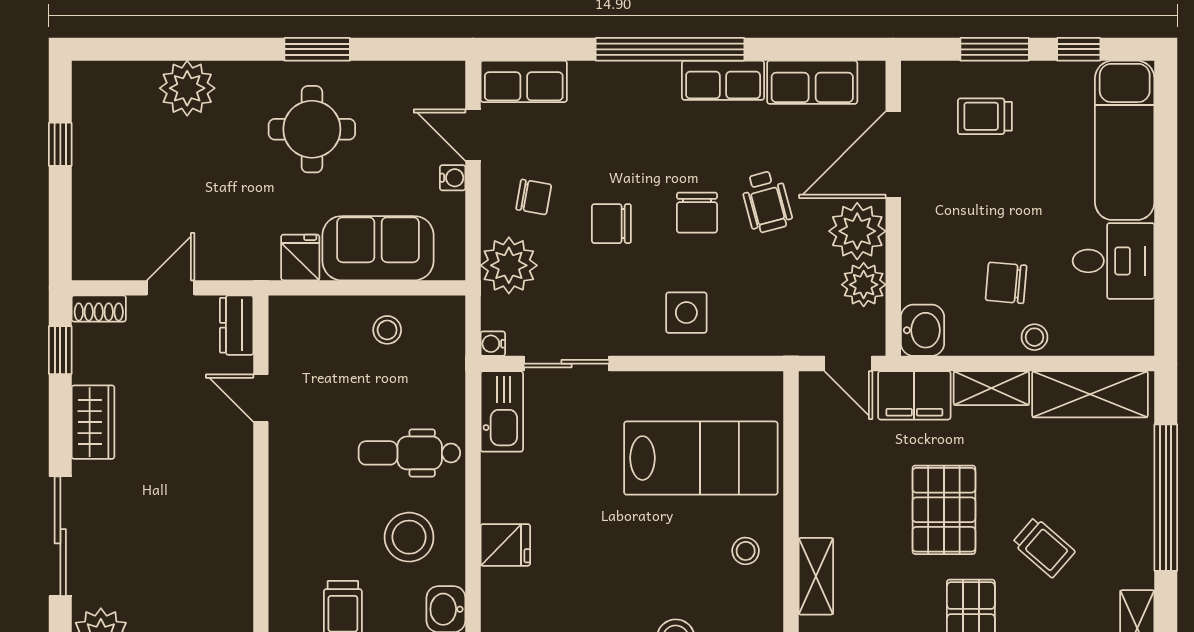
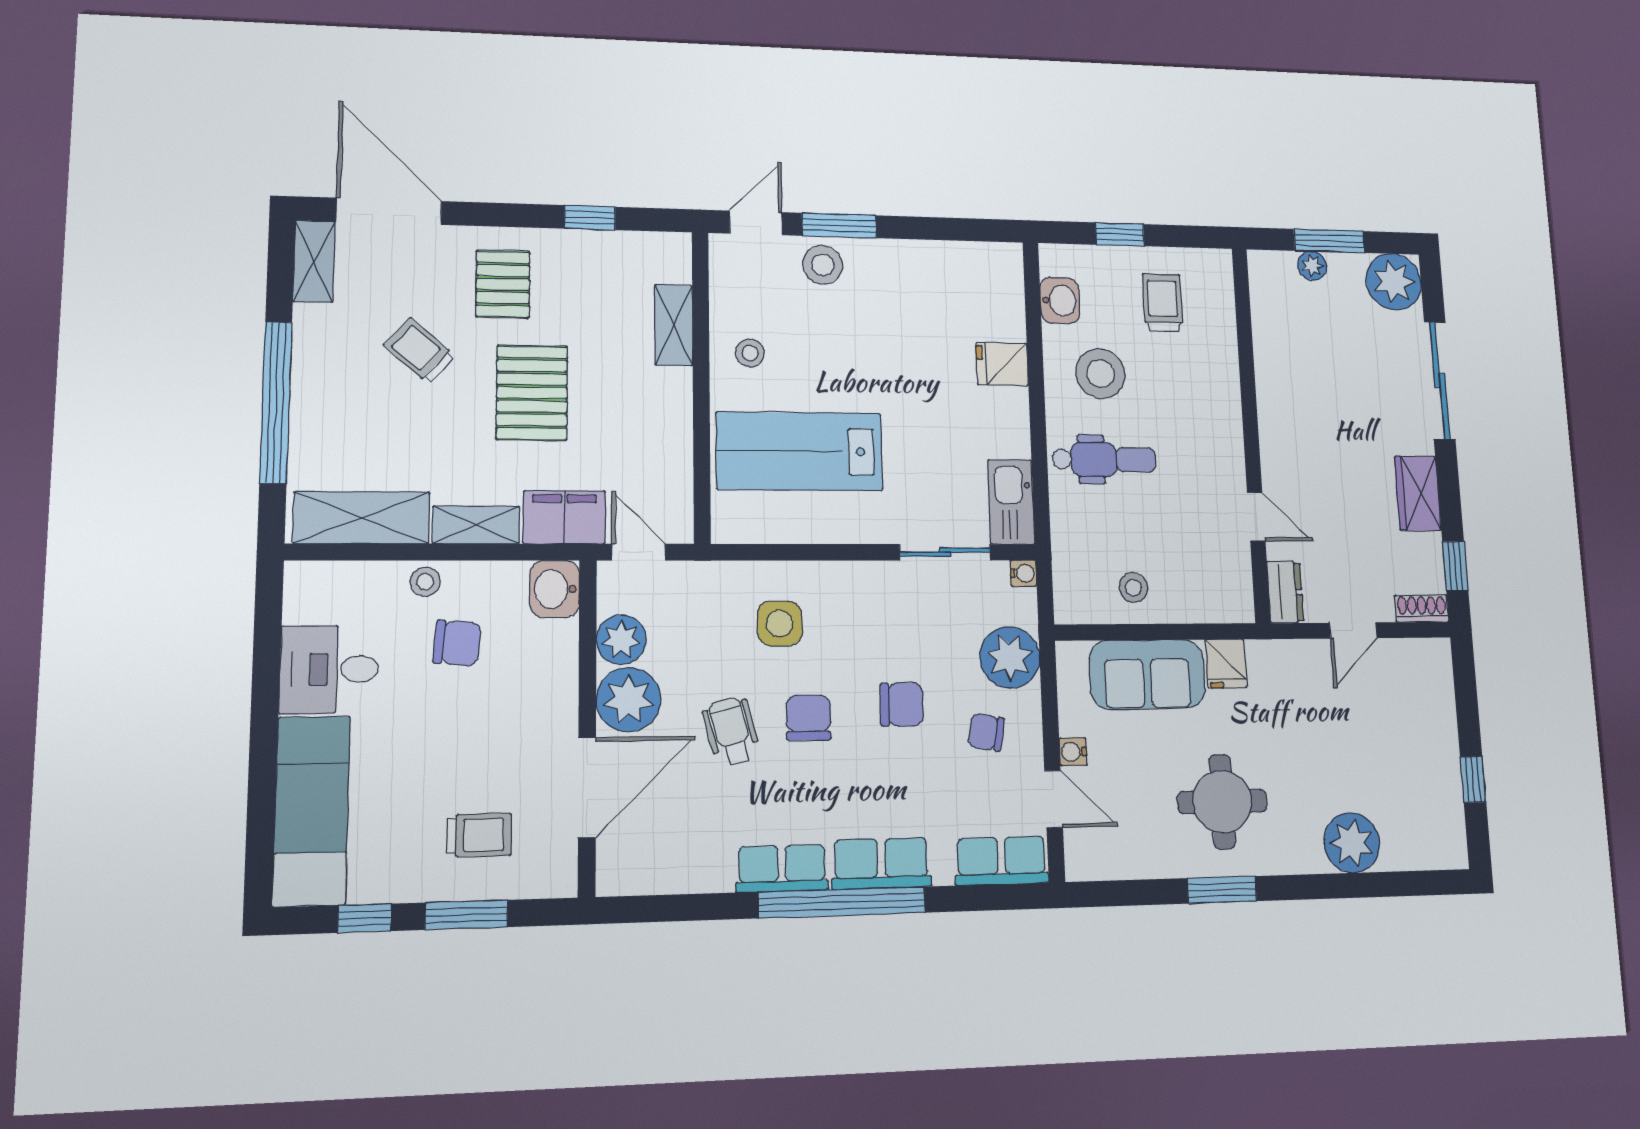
row of seats: (812, 82) -> (881, 863), moved
side table: (686, 313) -> (780, 623), moved

